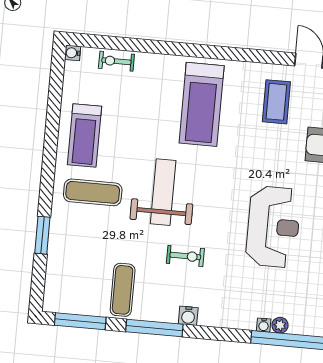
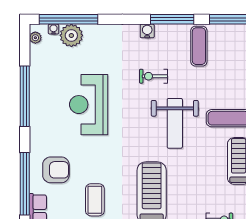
water cooler: (264, 325) -> (53, 29), moved
plant: (280, 325) -> (71, 35), width x1.88, depth x1.88

